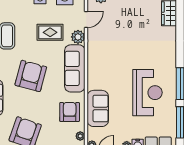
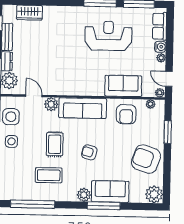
rug: (50, 32) -> (55, 144), moved
armchair: (31, 76) -> (89, 152), width x0.53, depth x0.53
armchair: (70, 112) -> (126, 114), turned -90

